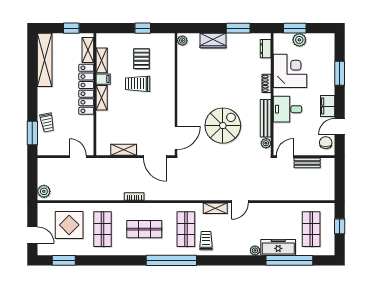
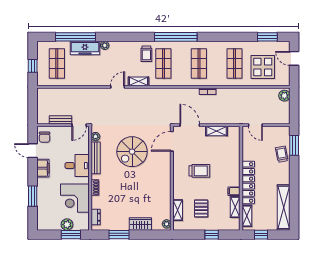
window: (143, 28) -> (212, 235), moved
trolley: (138, 84) -> (199, 171), moved
shelving: (102, 98) -> (178, 210), moved
door: (340, 127) -> (33, 151), swing flipped
shop shelf: (144, 229) -> (199, 63), turned 90

